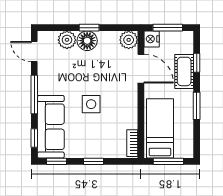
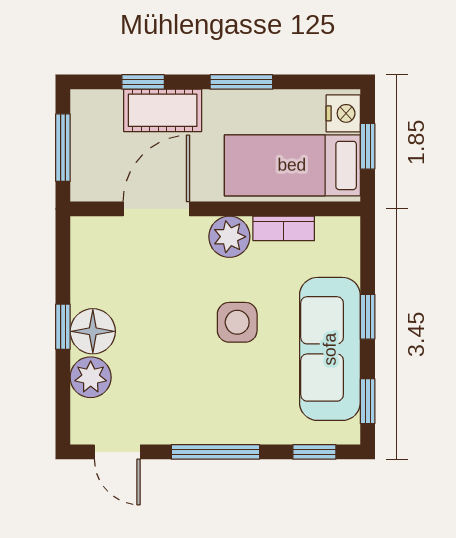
nightstand: (152, 39) -> (343, 113), moved, turned -90
plant: (129, 40) -> (229, 237), moved
door: (34, 52) -> (117, 452), hinge flipped
sofa: (51, 127) -> (330, 349), moved, turned -90
bookcase: (132, 143) -> (284, 228), moved
window: (168, 161) -> (368, 146), width x0.67

